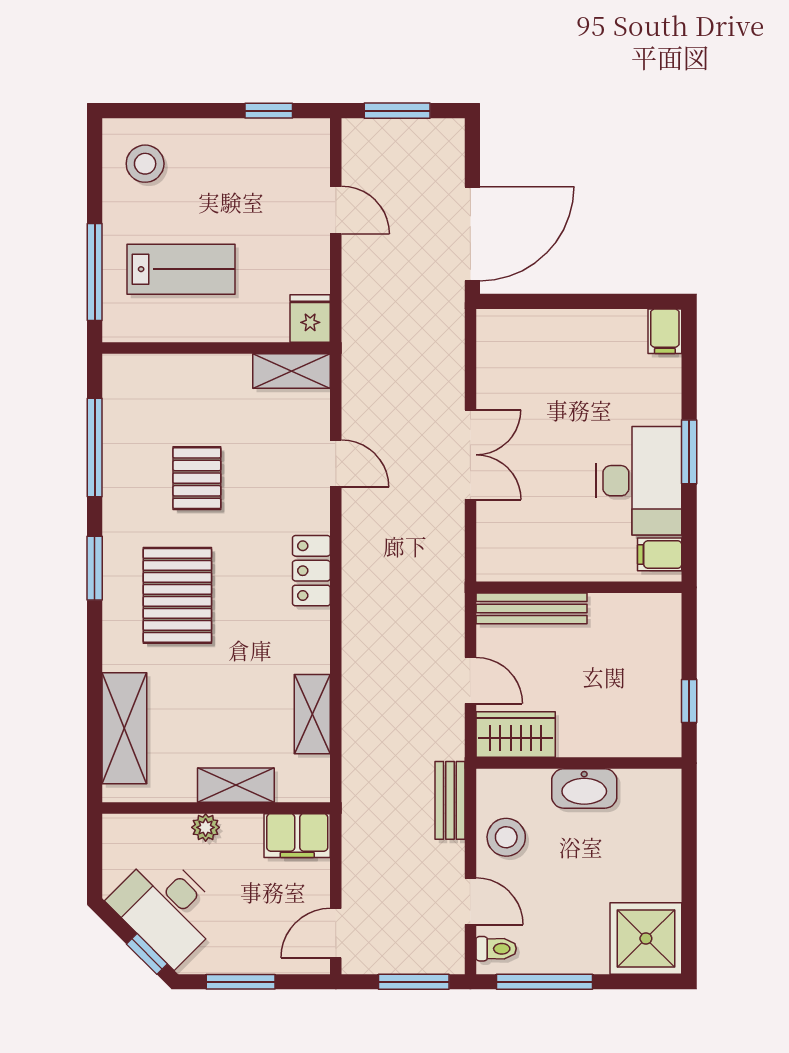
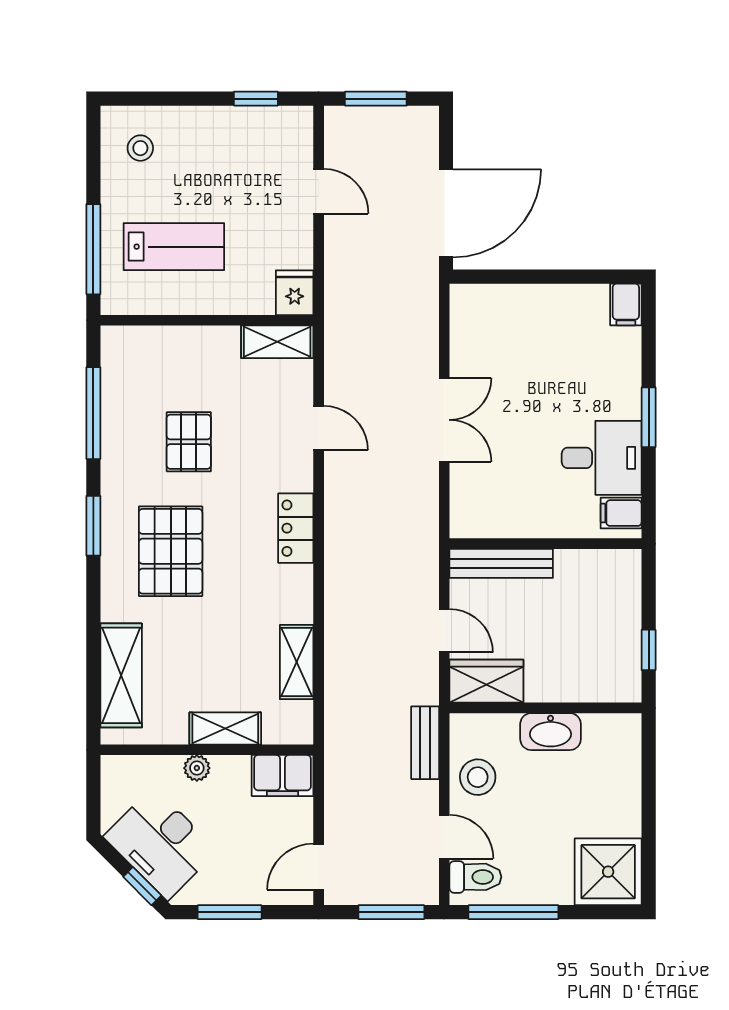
stool: (145, 164) -> (140, 148), width x0.73, depth x0.73
desk: (639, 481) -> (602, 458), width x0.73
toilet: (496, 949) -> (475, 877), width x1.37, depth x1.39

